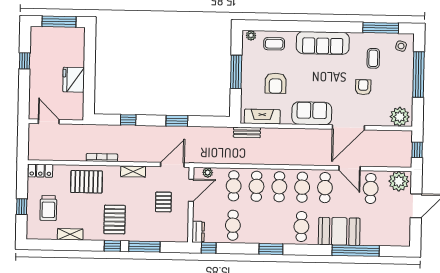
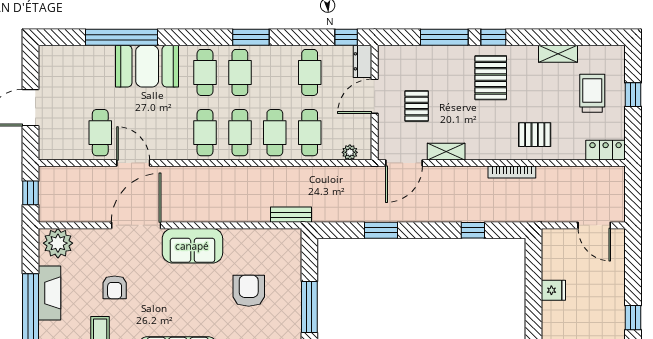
fridge: (74, 80) -> (553, 290), width x0.53, depth x0.75
fireplace: (262, 117) -> (49, 293), moved, turned -90
window: (177, 121) -> (381, 230), moved
shelving: (133, 171) -> (446, 152), moved
plant: (399, 181) -> (57, 145), removed
pallet: (87, 182) -> (535, 135), width x0.67, depth x0.71
cafe table: (325, 188) -> (240, 72), moved
door: (191, 190) -> (375, 96), moved

